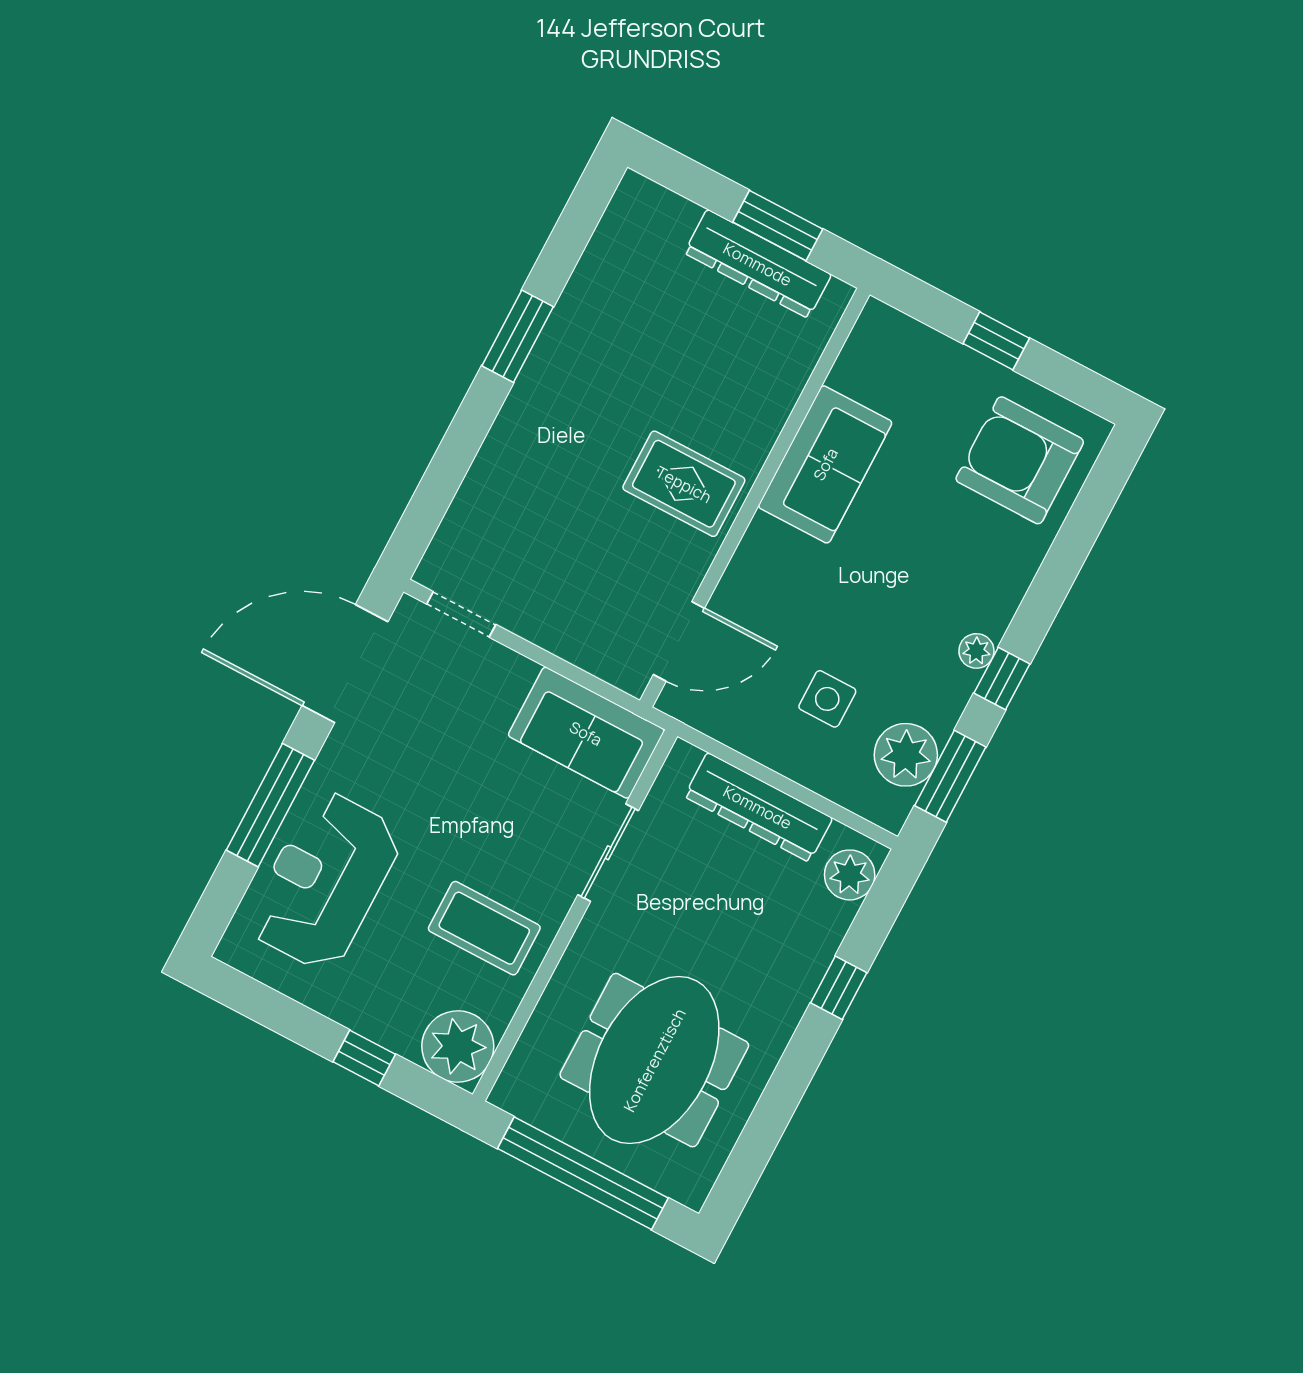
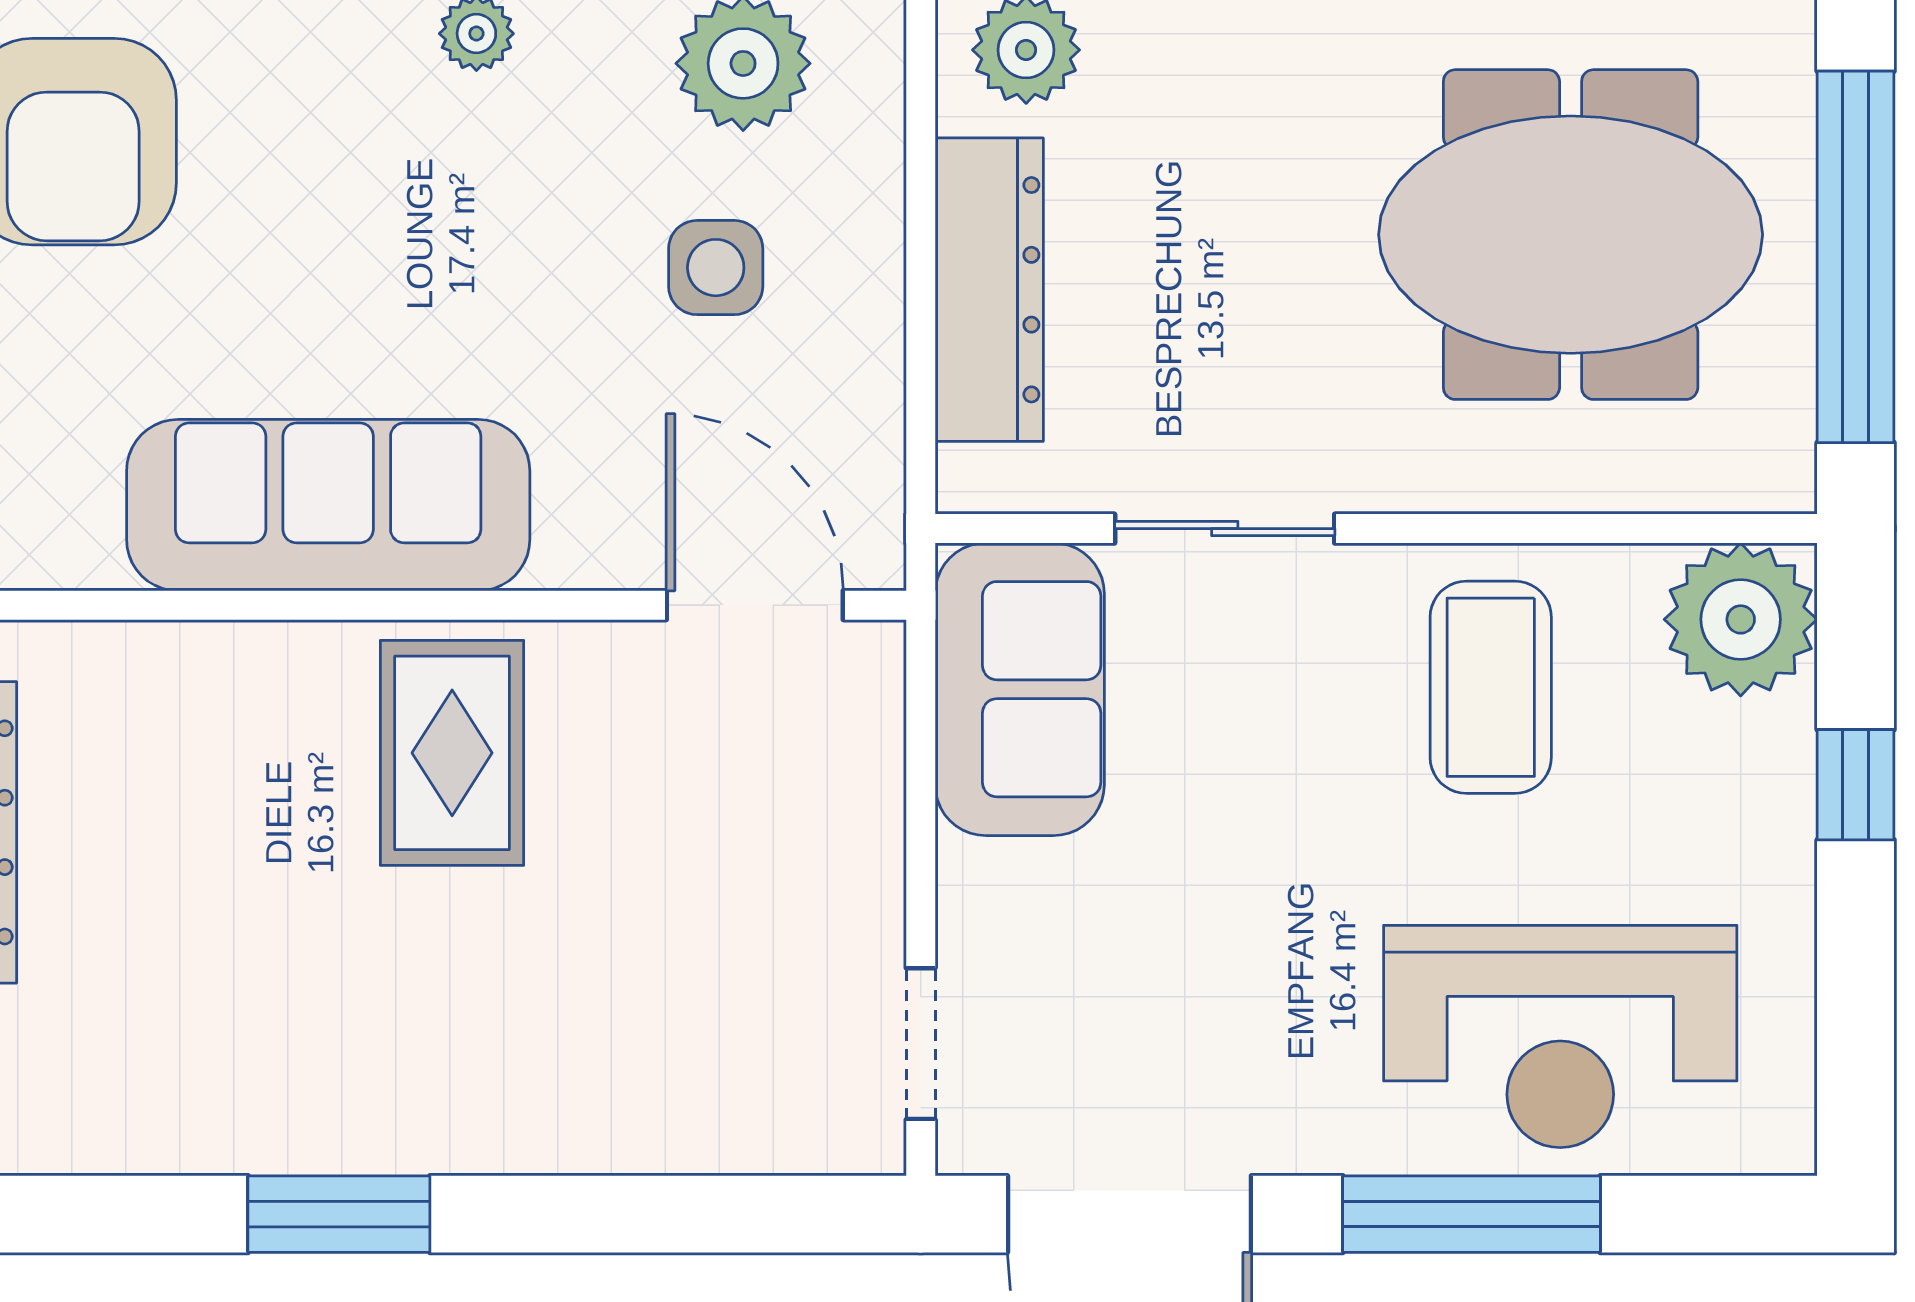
sofa: (825, 464) -> (328, 505), width x1.36

